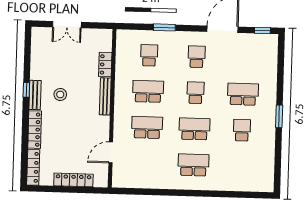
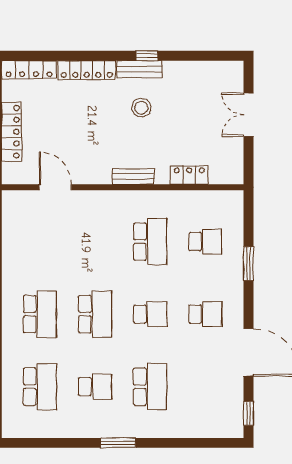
bench: (105, 96) -> (133, 176), width x0.73
school desk: (147, 127) -> (40, 387), moved

